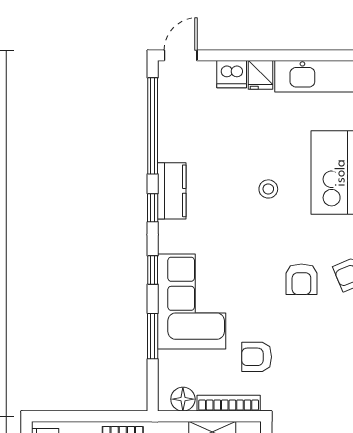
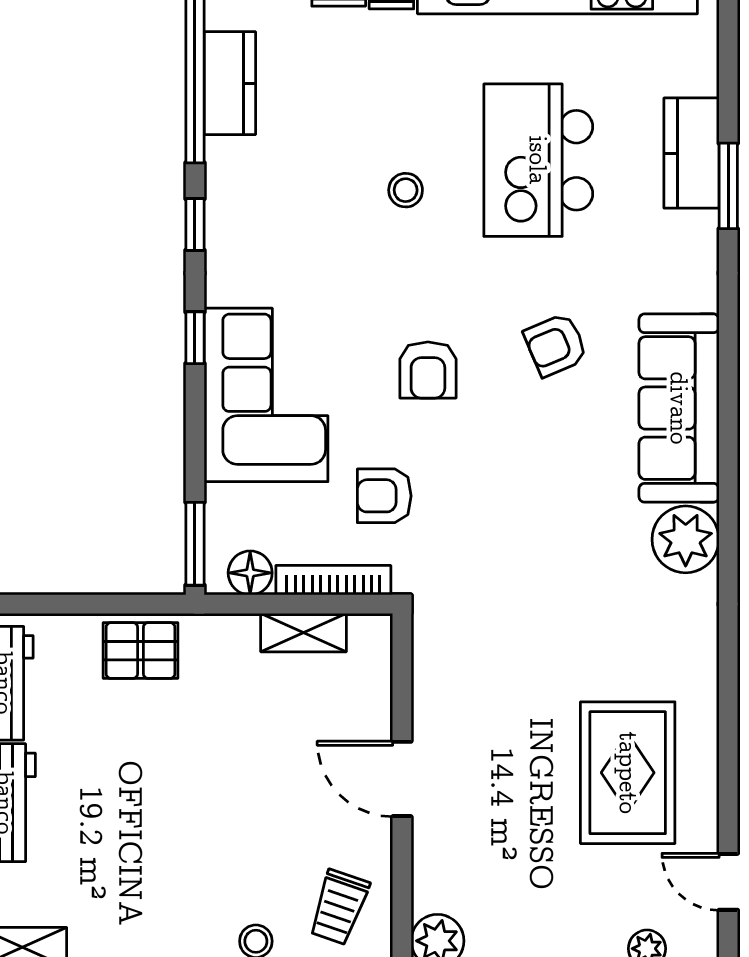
kitchen counter: (172, 191) -> (230, 83), moved
armchair: (301, 279) -> (428, 370), moved
window: (153, 336) -> (195, 544), moved

